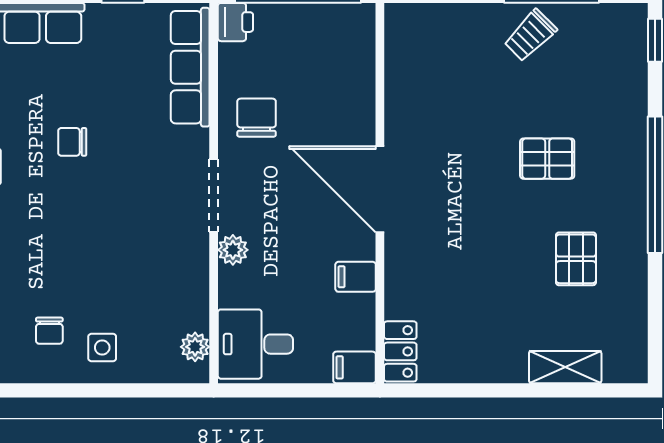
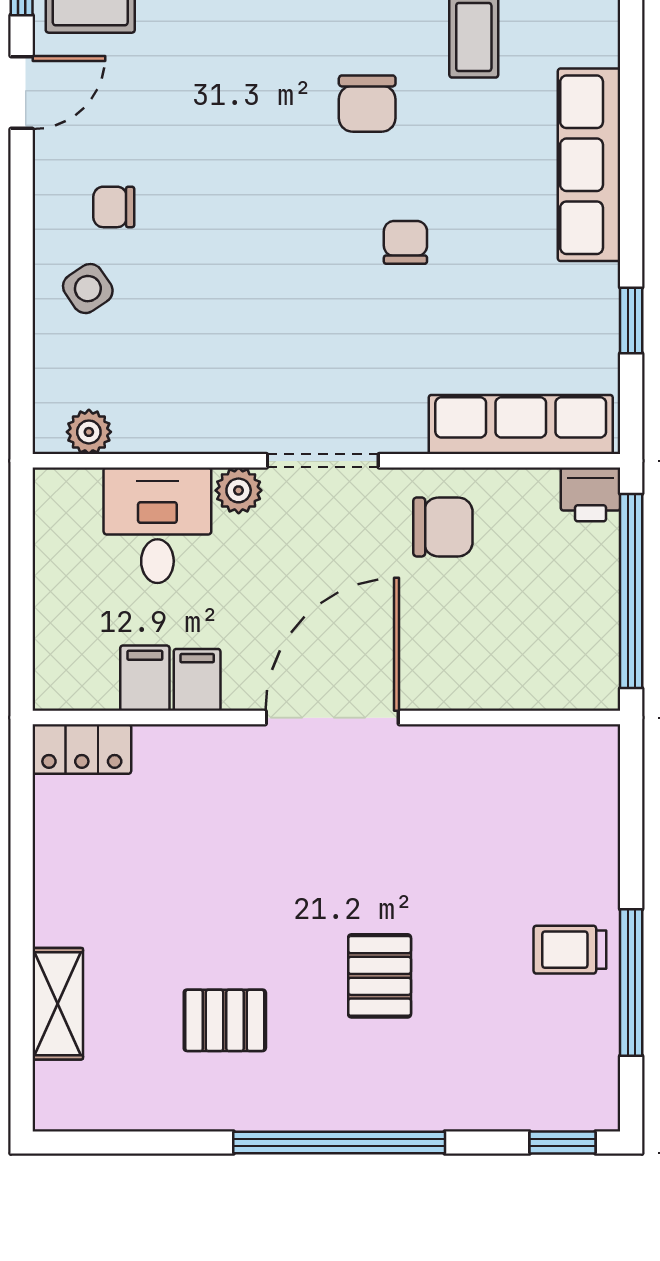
trolley: (530, 35) -> (570, 950), turned -45
desk: (255, 344) -> (157, 525), moved
side table: (102, 347) -> (88, 289), turned -34
filing cabinet: (354, 367) -> (145, 678), moved

